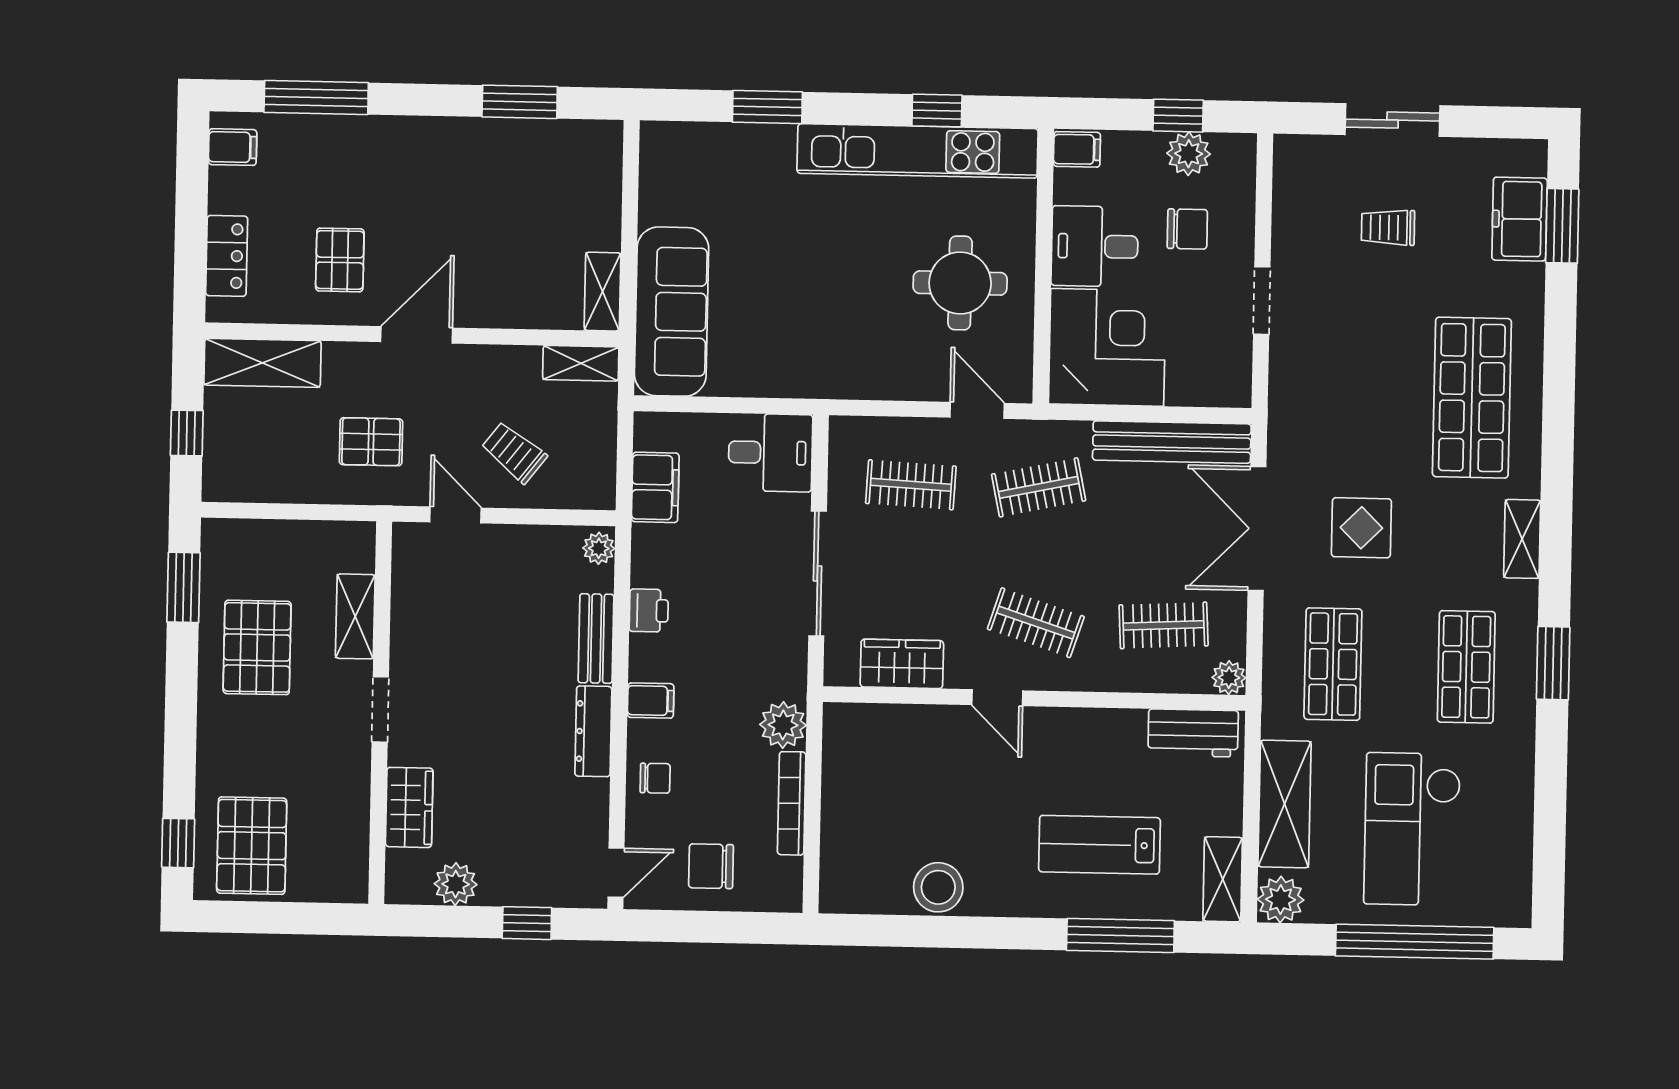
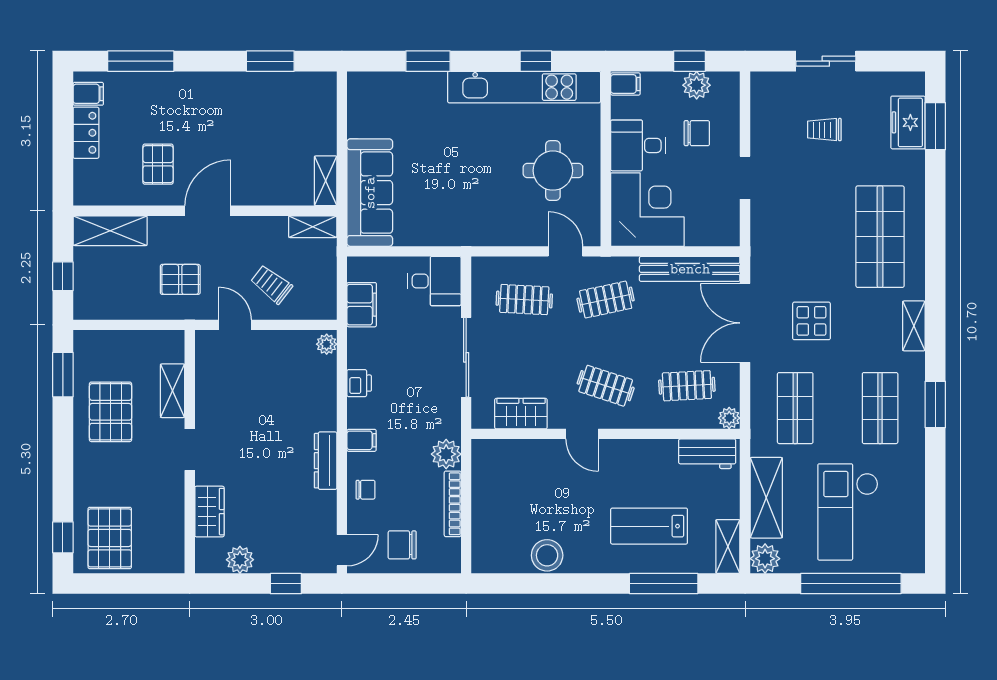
locker: (227, 256) -> (86, 133), moved
bench: (596, 638) -> (326, 402), removed

